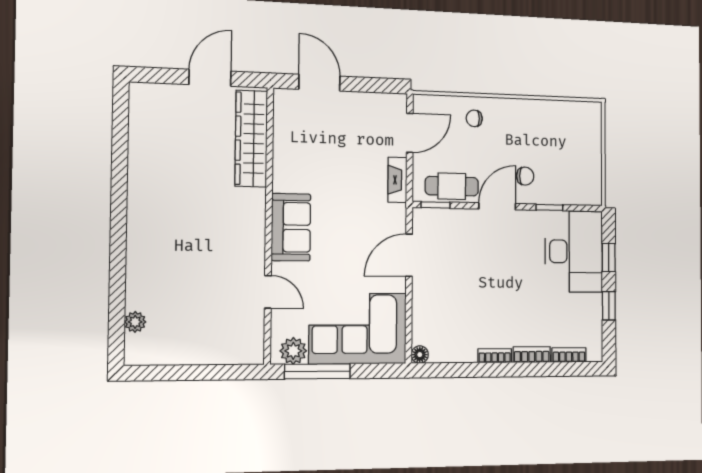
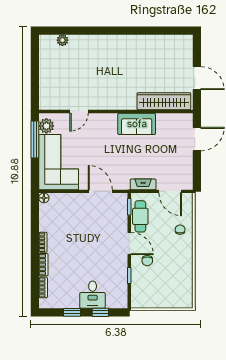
sofa: (291, 227) -> (137, 124), moved
desk: (574, 252) -> (93, 295), width x0.53, depth x0.77

